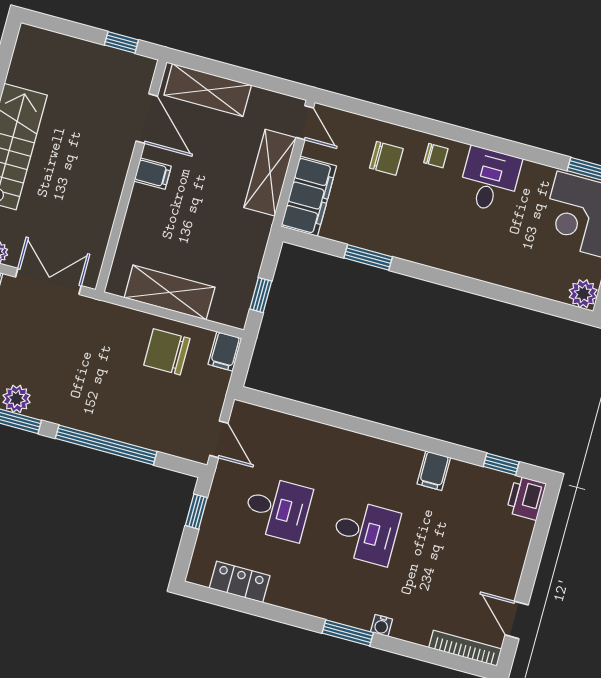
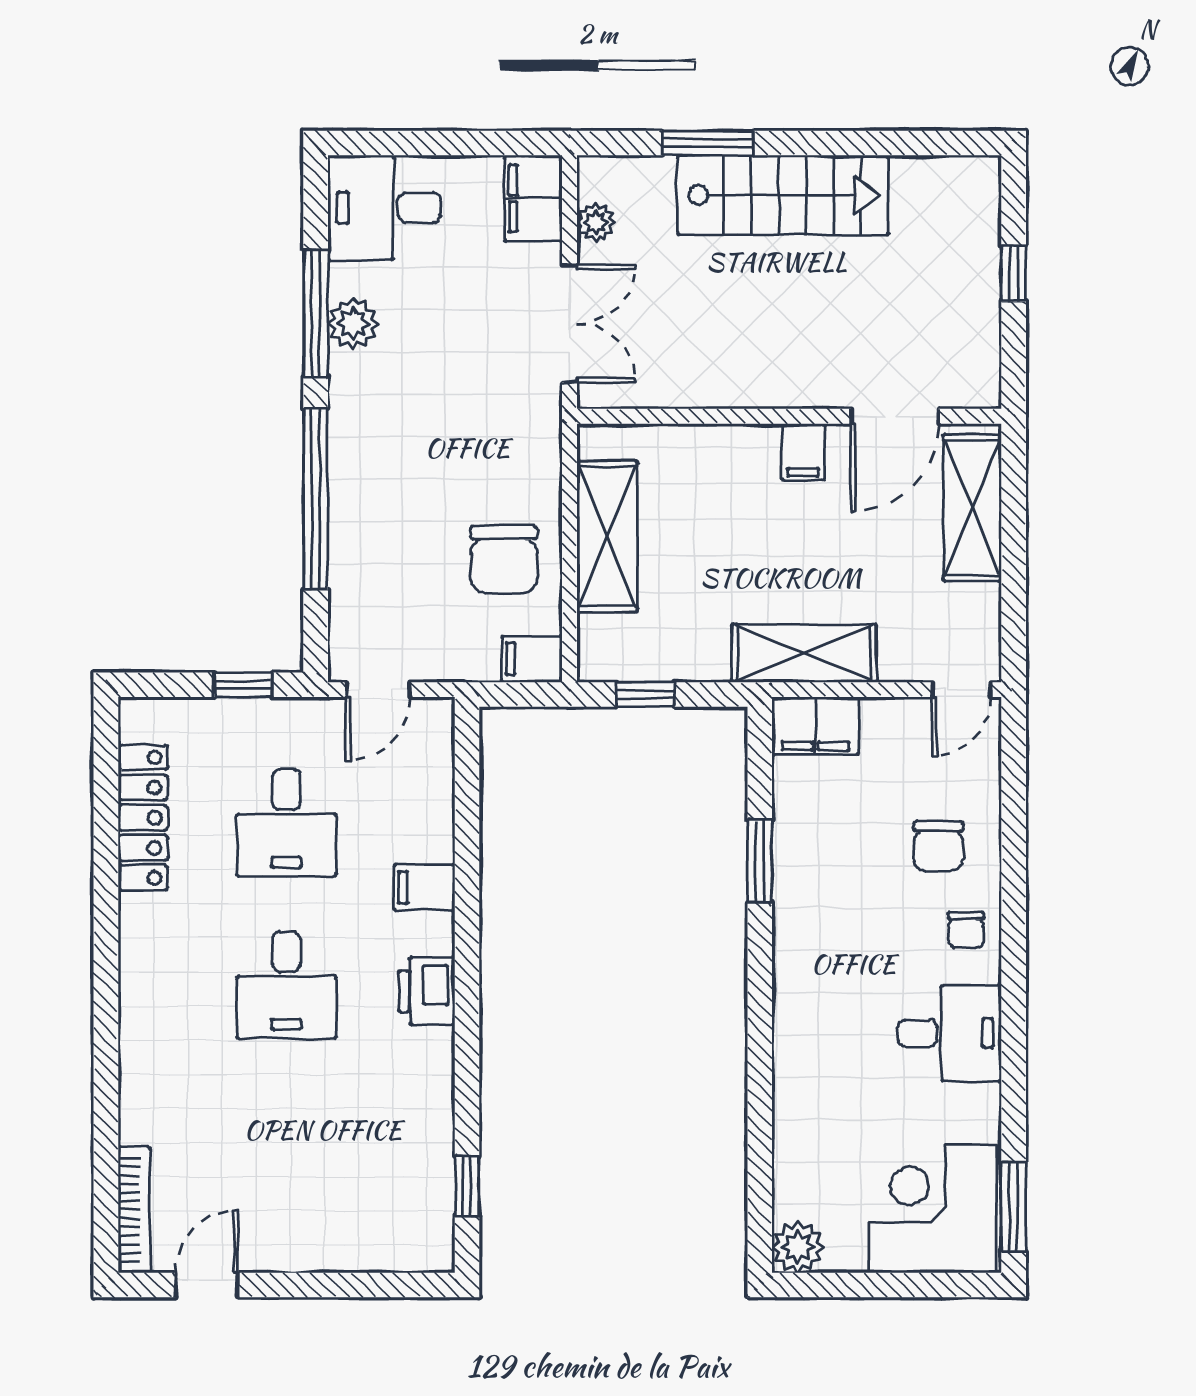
window: (121, 42) -> (1014, 273), moved
shelving: (270, 173) -> (804, 653), moved
filing cabinet: (309, 196) -> (815, 726), width x0.67, depth x0.86
chair: (167, 352) -> (504, 560), turned 180
filing cabinet: (434, 471) -> (424, 887), moved
printer: (526, 498) -> (427, 991), moved, turned -90
locker: (240, 582) -> (143, 818), width x1.53
water cooler: (382, 625) -> (134, 1056), removed
window: (348, 633) -> (106, 1001), removed

